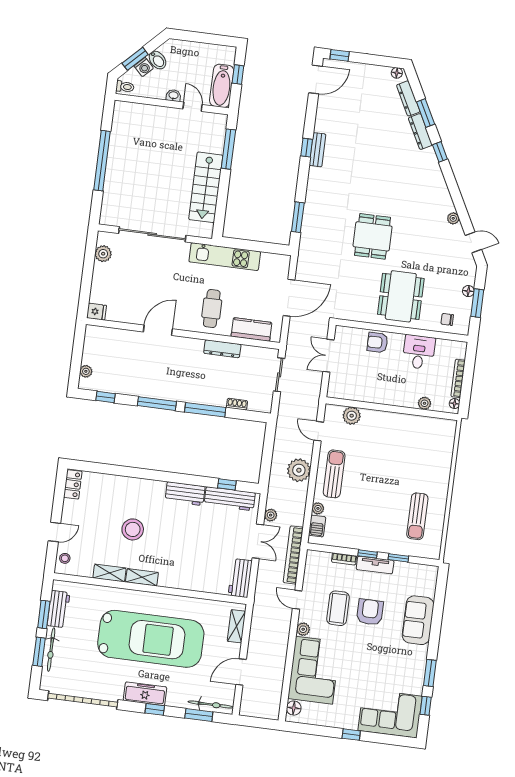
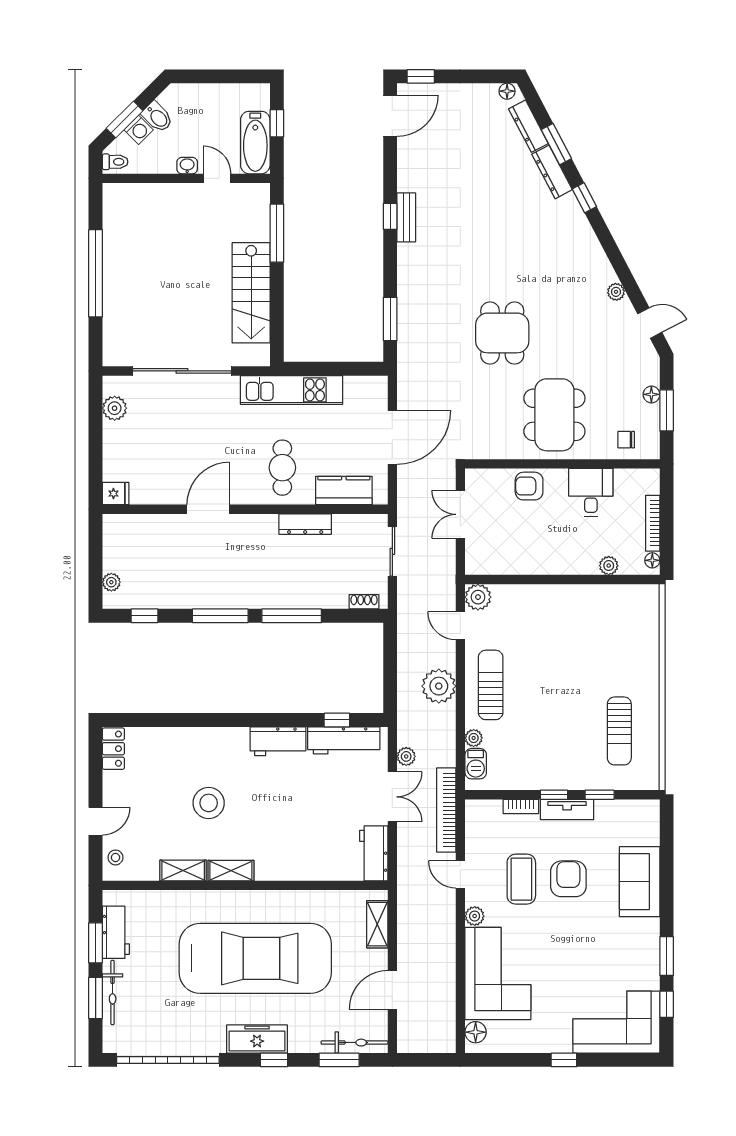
shoe rack: (237, 404) -> (364, 602), moved
plant: (352, 416) -> (478, 597), moved

